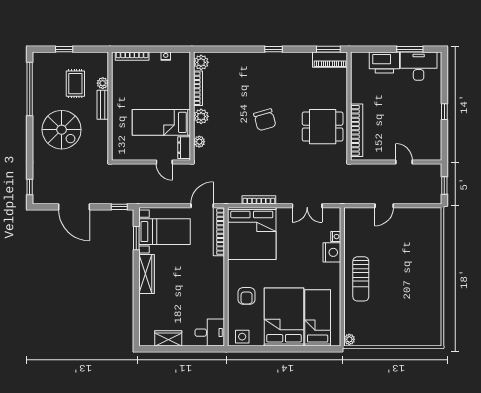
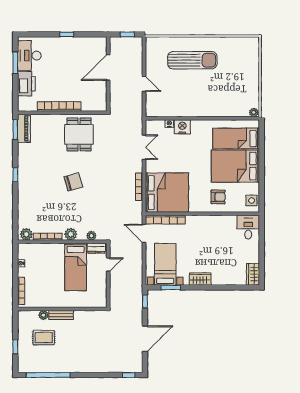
spiral stairs: (62, 130) -> (82, 349), removed
bookcase: (357, 130) -> (59, 106), moved
door: (404, 162) -> (108, 67), width x1.88
wardrobe: (147, 274) -> (200, 279), width x0.67
sun lounger: (361, 279) -> (192, 60), moved, width x1.36, depth x1.34
wardrobe: (168, 338) -> (253, 274), moved

